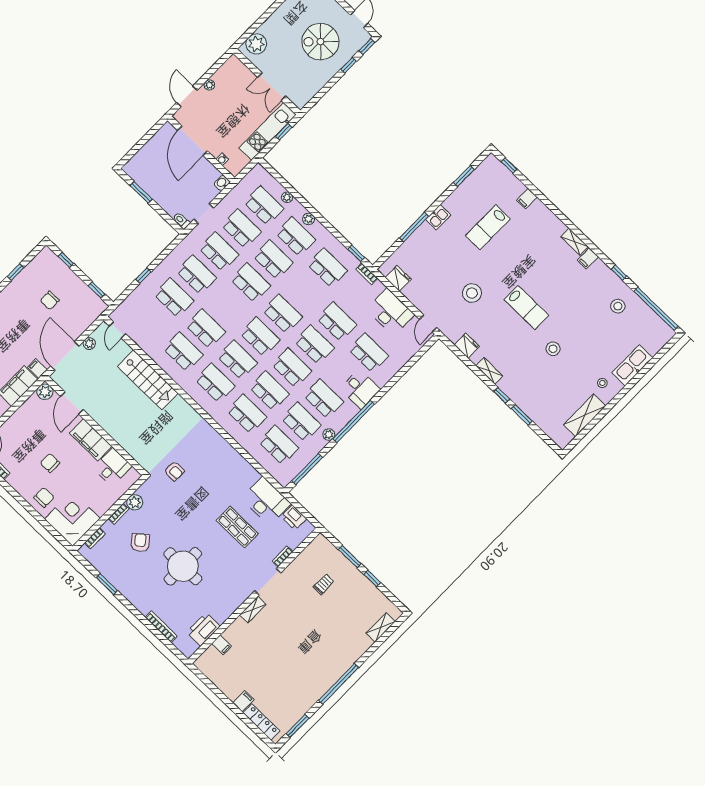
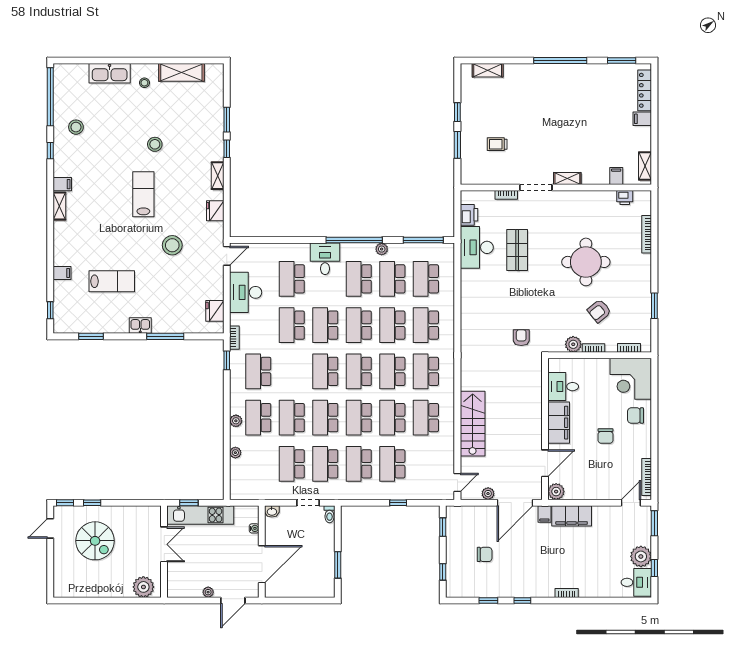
school desk: (264, 206) -> (359, 418), moved
printer: (203, 629) -> (625, 198), width x0.53, depth x0.68
shelving: (209, 671) -> (645, 166), added

